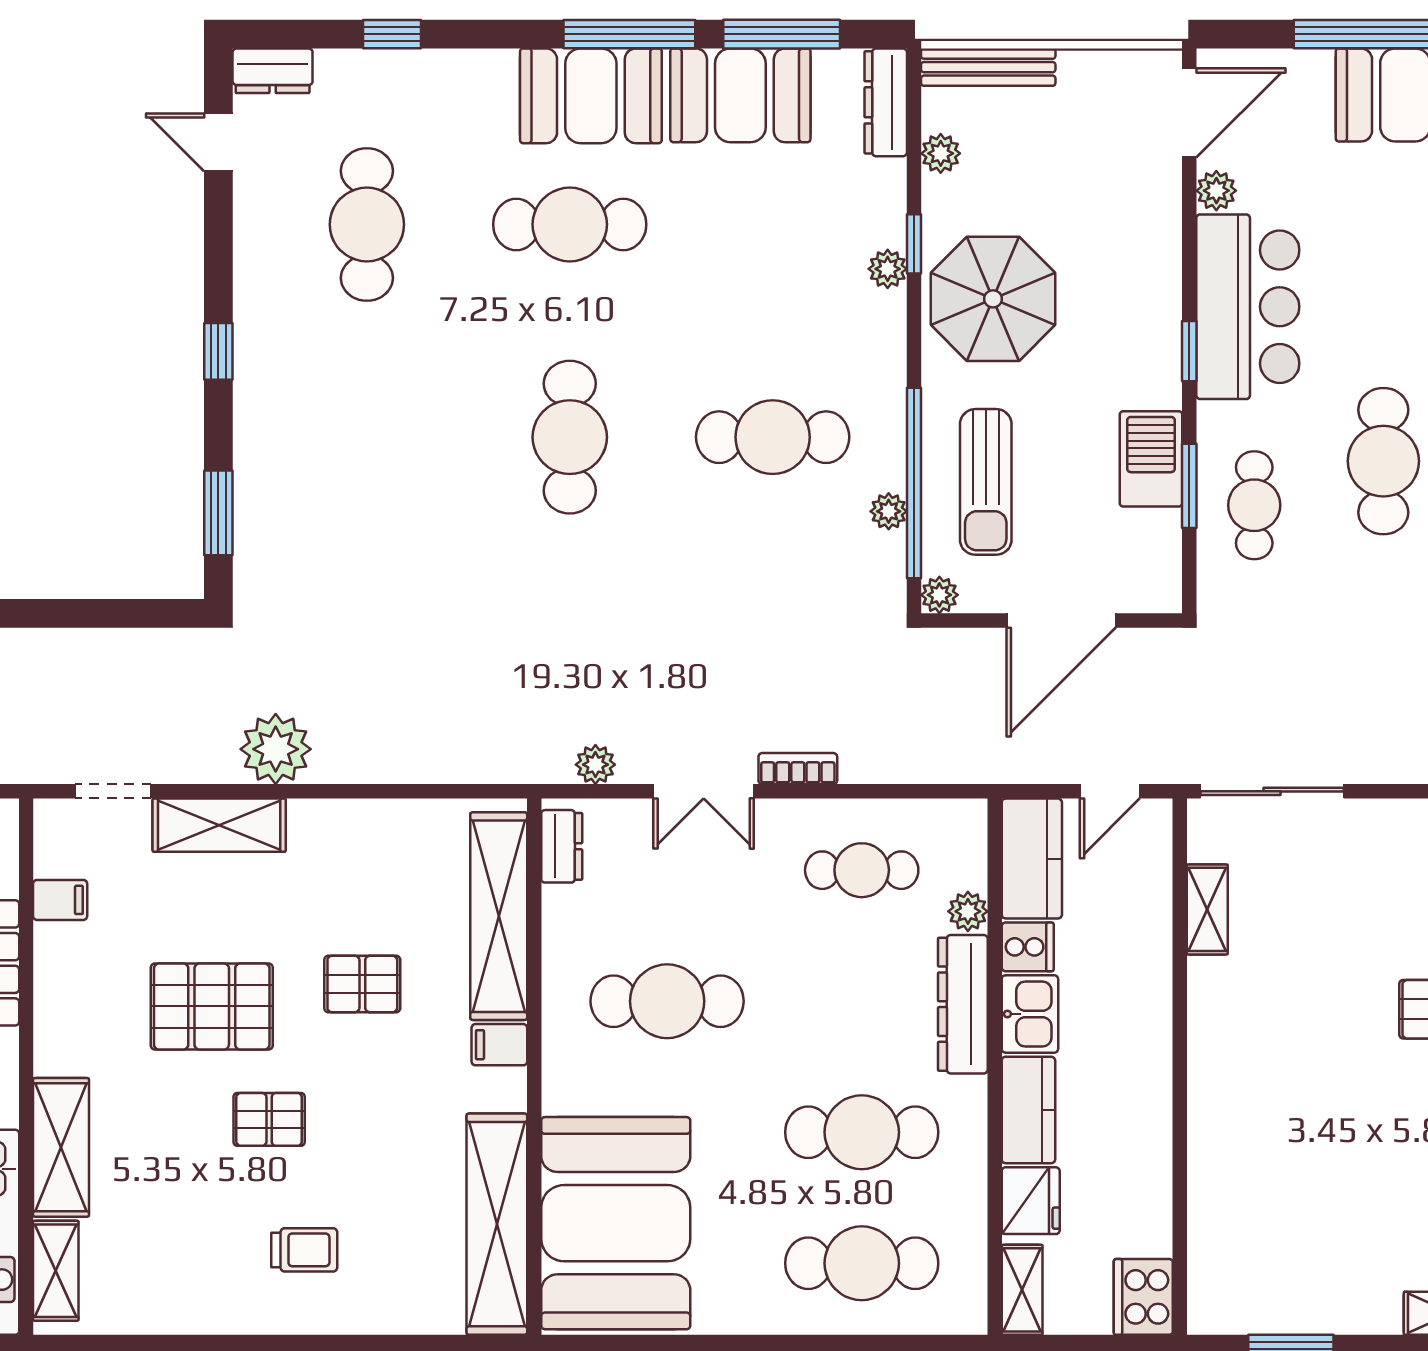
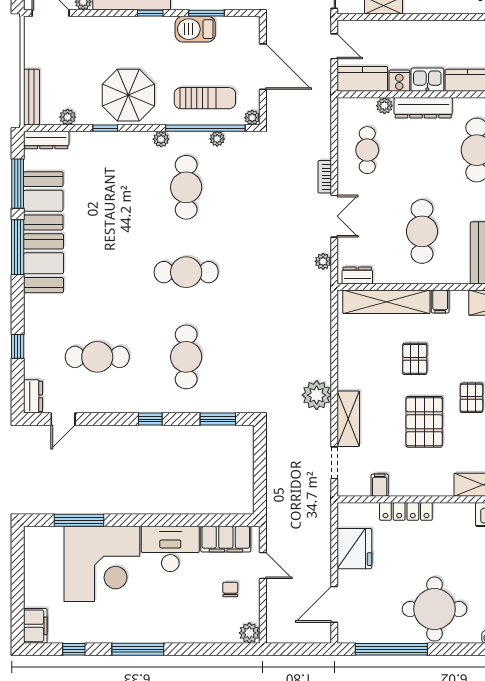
cafe table: (570, 224) -> (186, 357), moved
plant: (888, 269) -> (161, 139), moved

